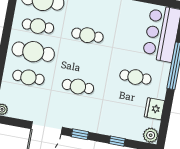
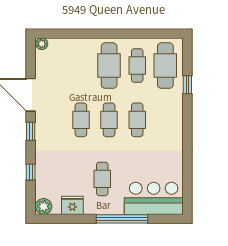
cafe table: (28, 77) -> (109, 120), moved

